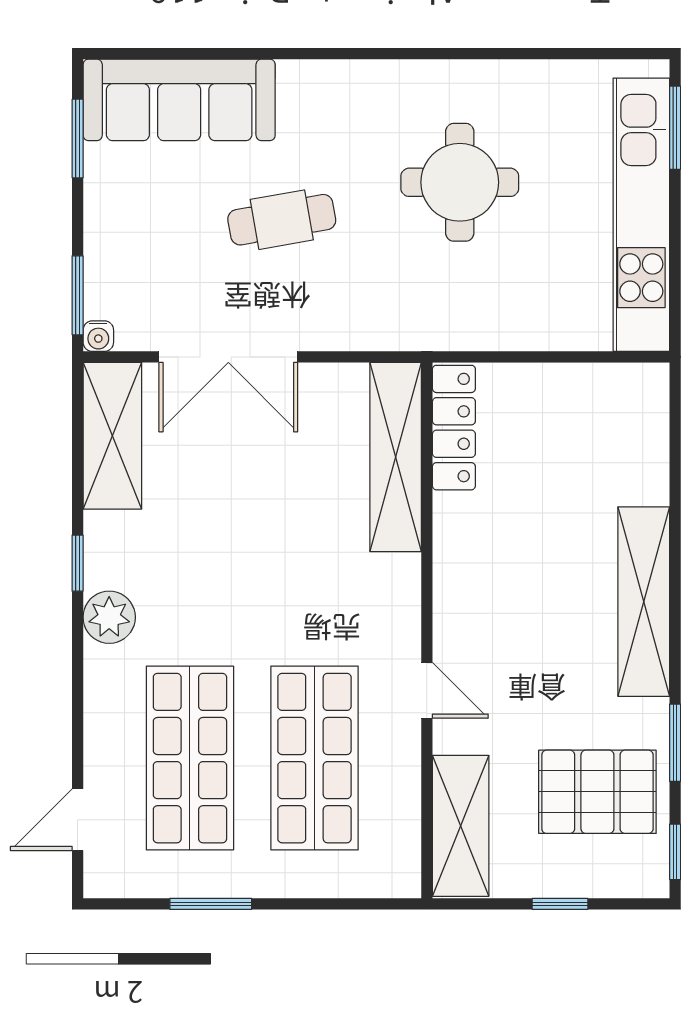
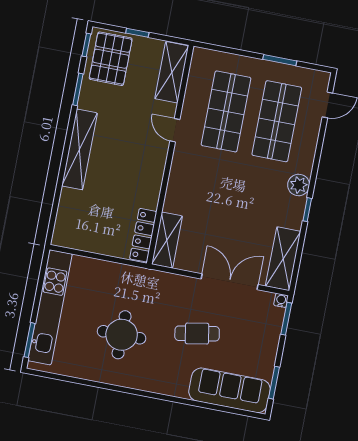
shelving: (396, 457) -> (167, 240), width x0.68
pallet: (597, 792) -> (111, 59), moved, turned 90

